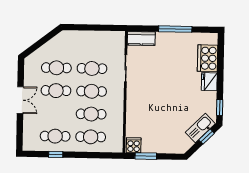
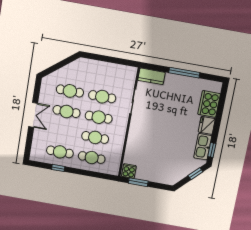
kitchen sink: (200, 128) -> (203, 147), moved, turned -45

